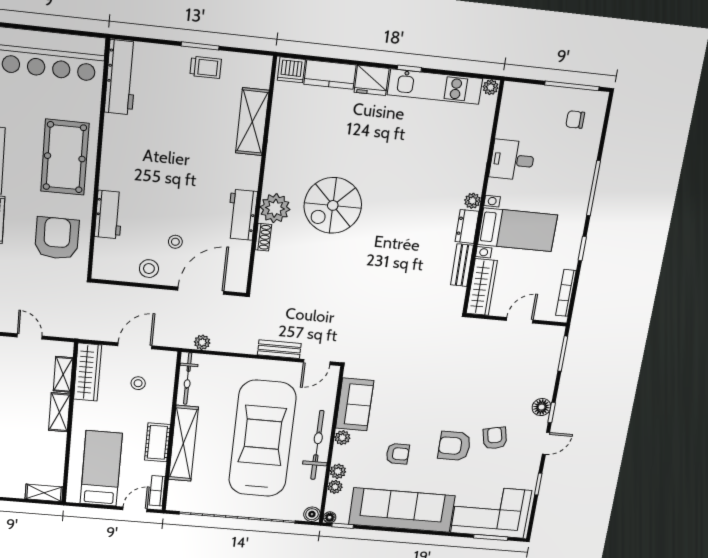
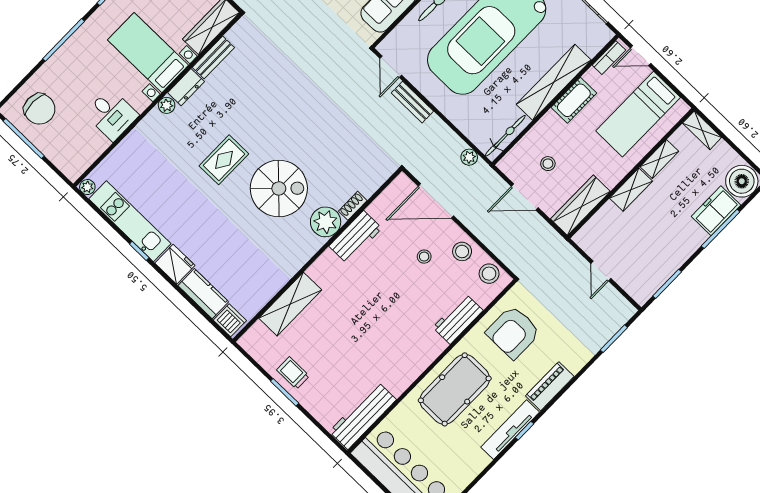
chair: (575, 120) -> (40, 109), width x1.87, depth x1.87
rug: (394, 194) -> (224, 160), added
stool: (114, 268) -> (489, 274), added
door: (317, 362) -> (391, 67), swing flipped
shelving: (63, 374) -> (659, 159), moved

